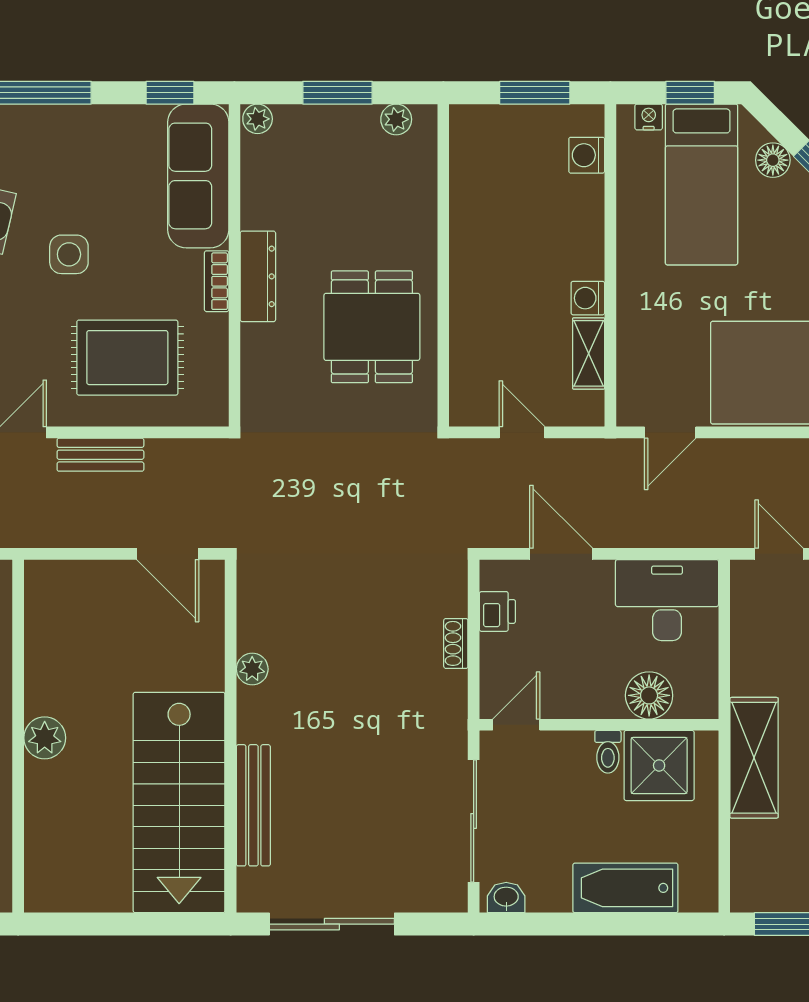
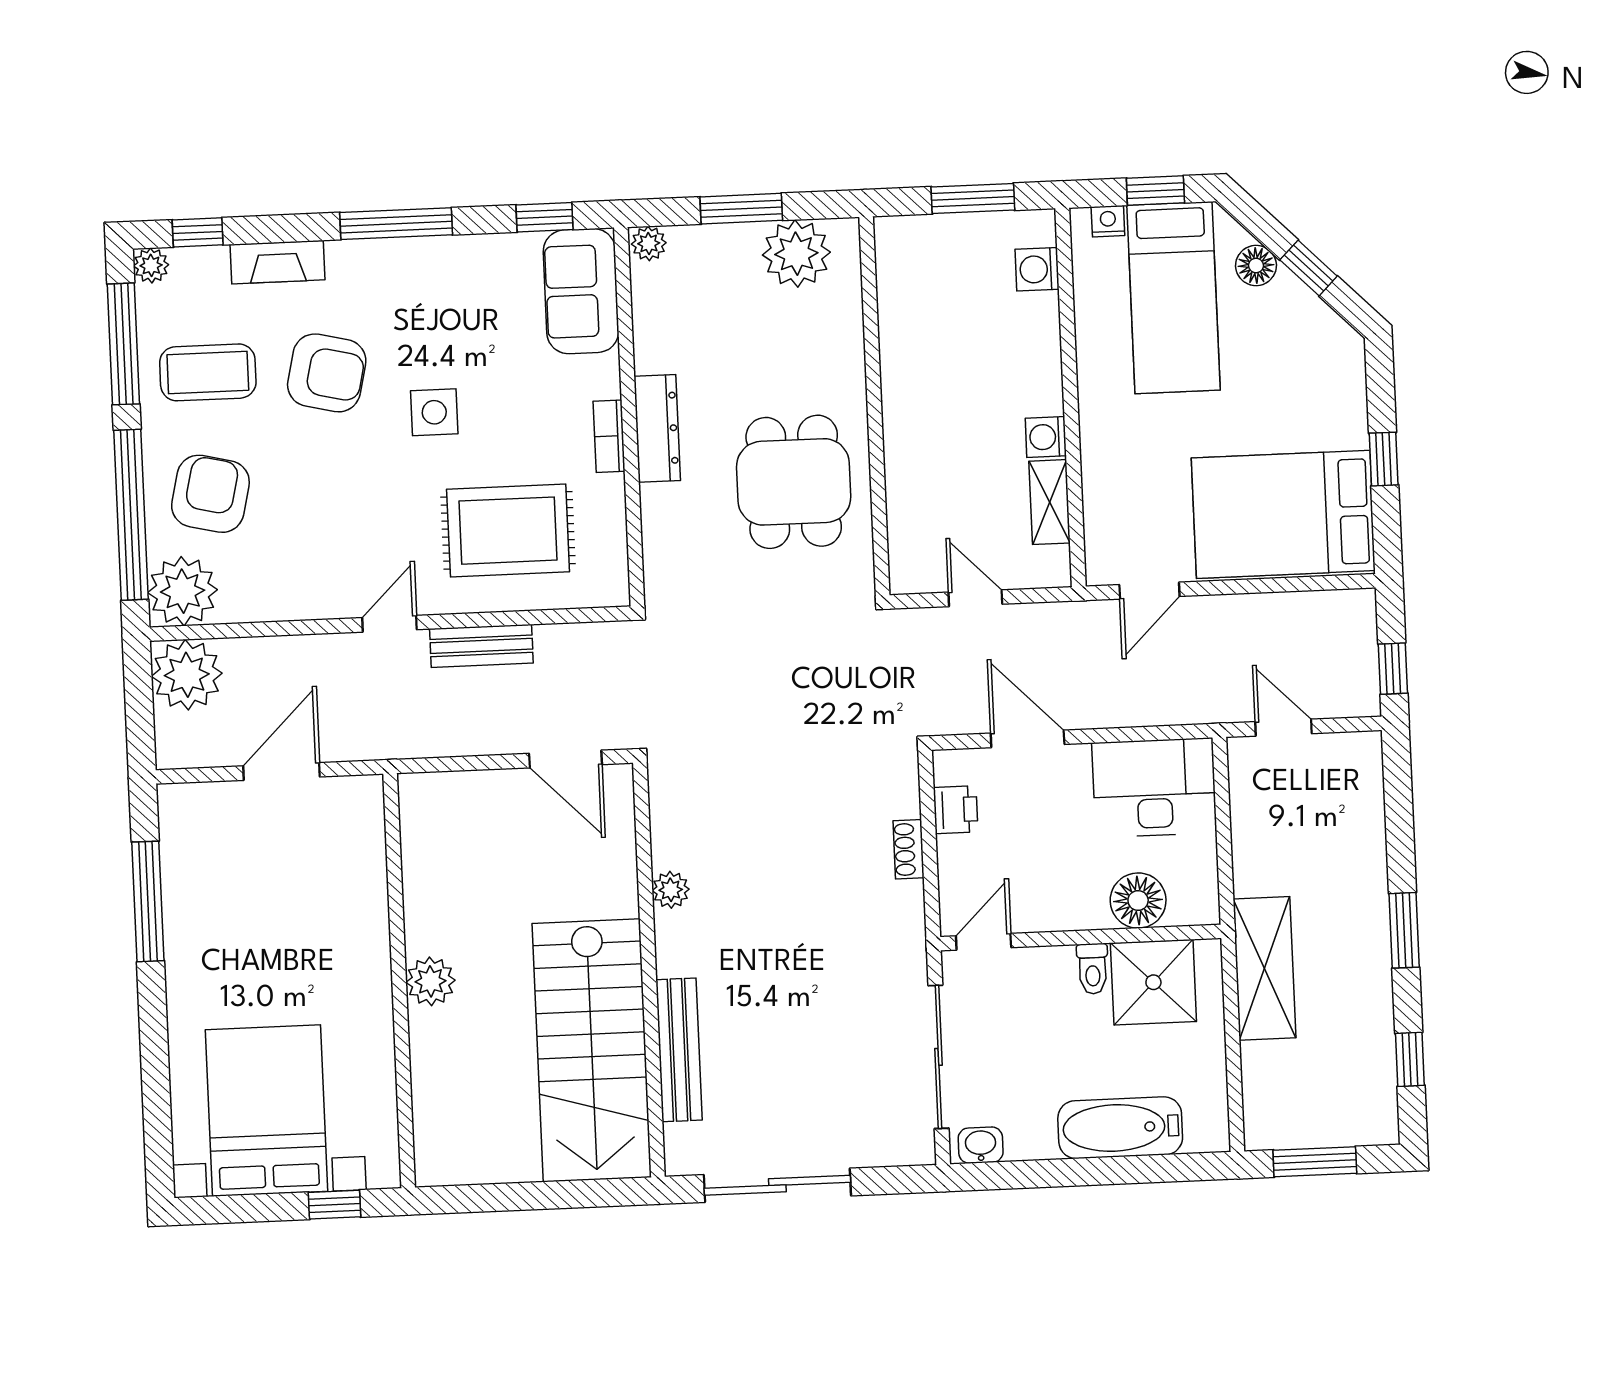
plant: (396, 119) -> (796, 254), width x1.88, depth x1.88
sofa: (198, 176) -> (581, 291), width x0.73

